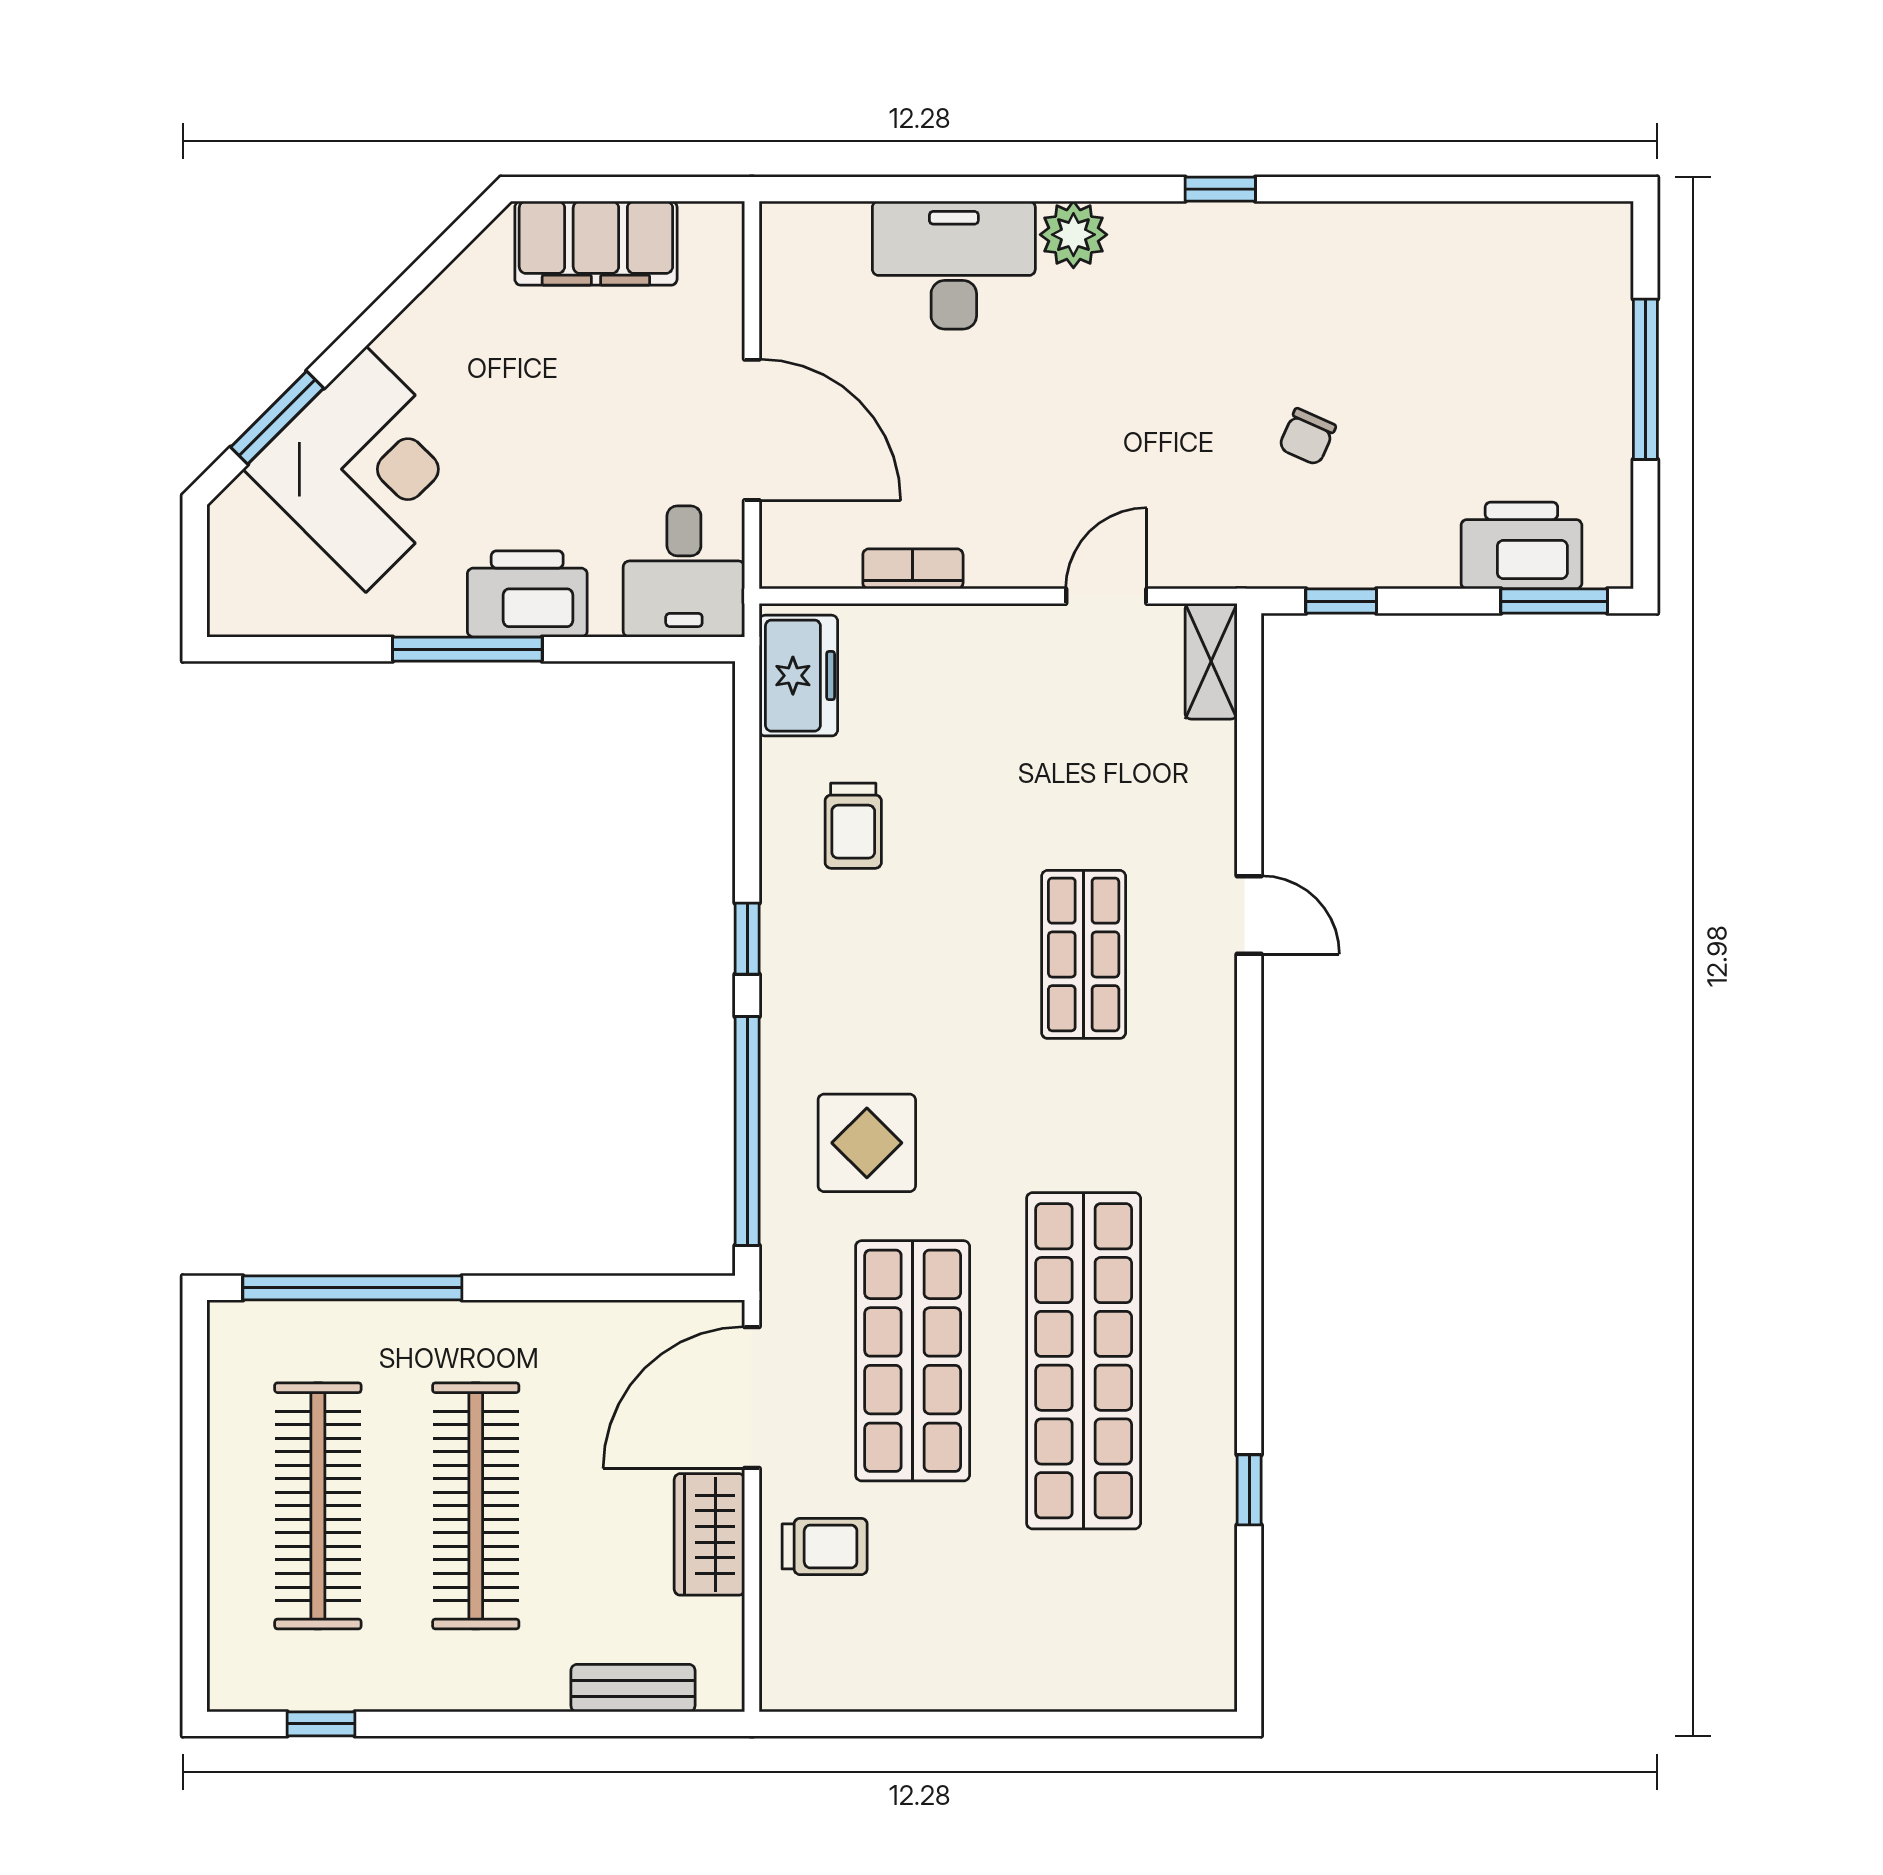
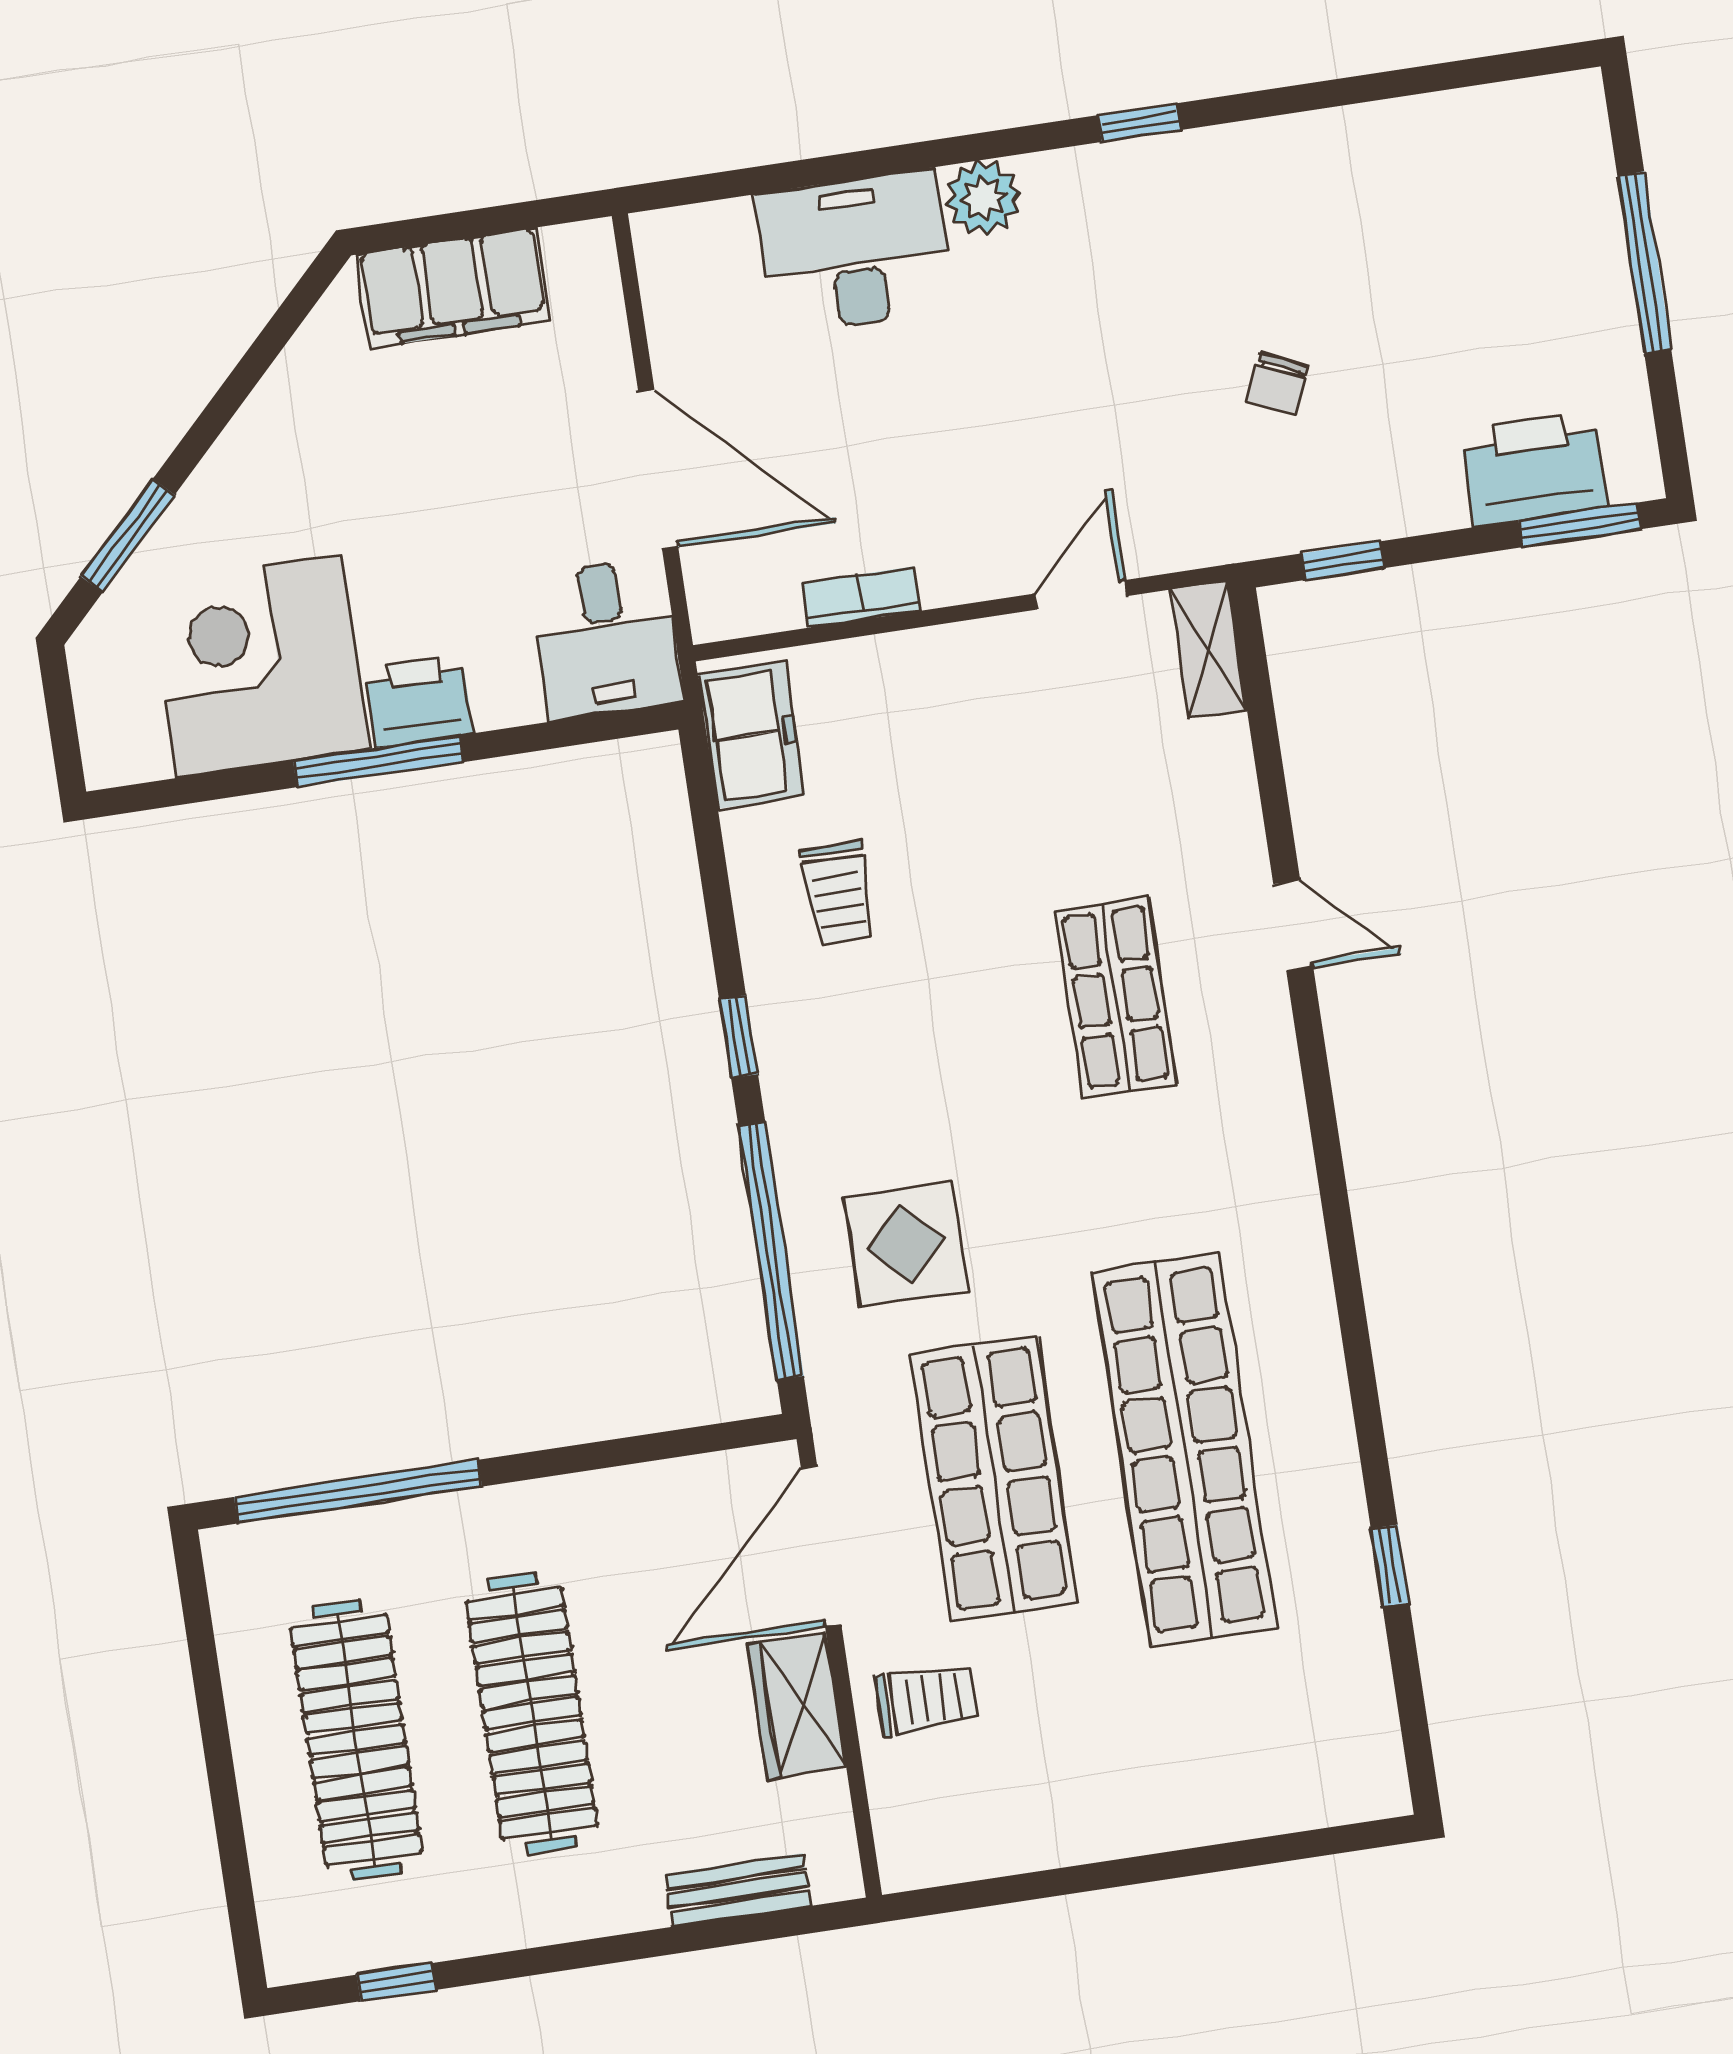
corner desk: (366, 469) -> (259, 666), moved, turned -135
printer: (527, 594) -> (419, 700), width x0.73, depth x0.84

